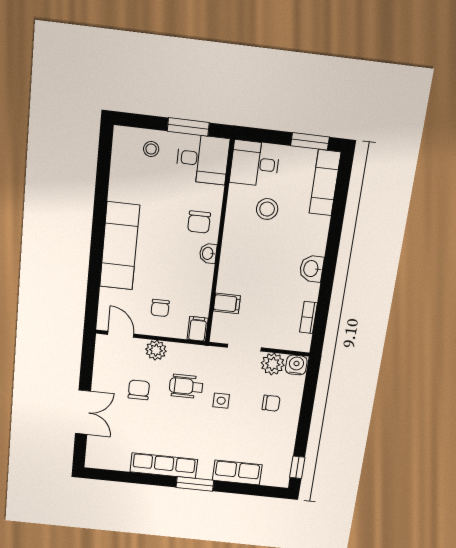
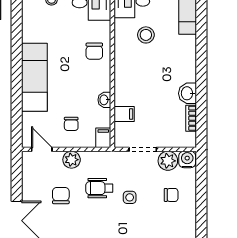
washbasin: (208, 253) -> (104, 100), moved
washbasin: (312, 269) -> (187, 93), moved

